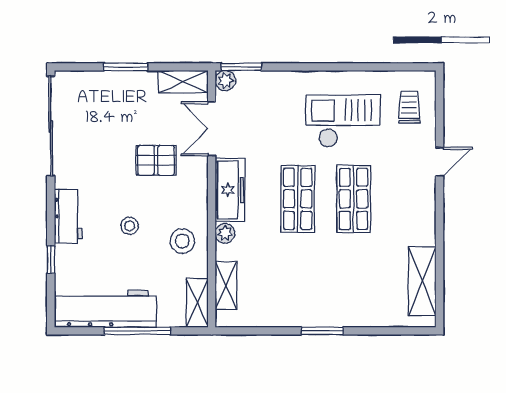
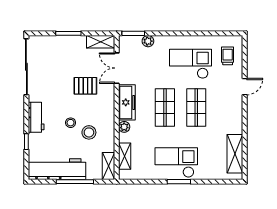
plant: (225, 81) -> (148, 41), moved
stool: (182, 241) -> (89, 132), moved
checkout: (318, 297) -> (176, 163), added

